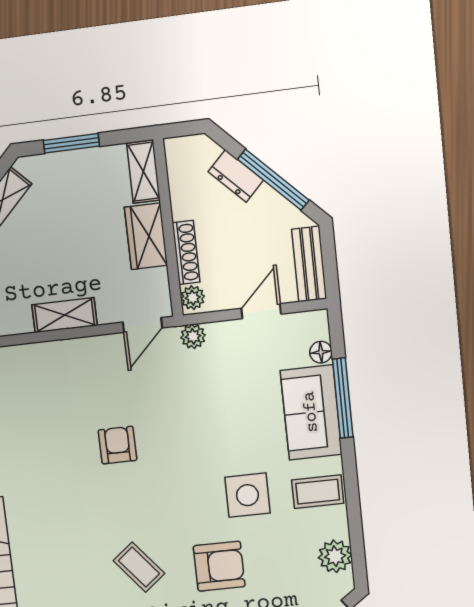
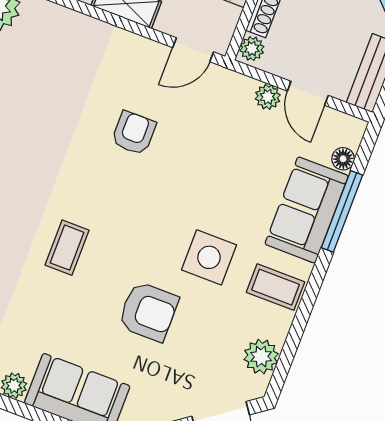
door: (261, 311) -> (308, 93), swing flipped
plant: (193, 336) -> (268, 97), moved
armchair: (118, 445) -> (134, 133), moved
coffee table: (139, 567) -> (67, 248), moved, turned 39

